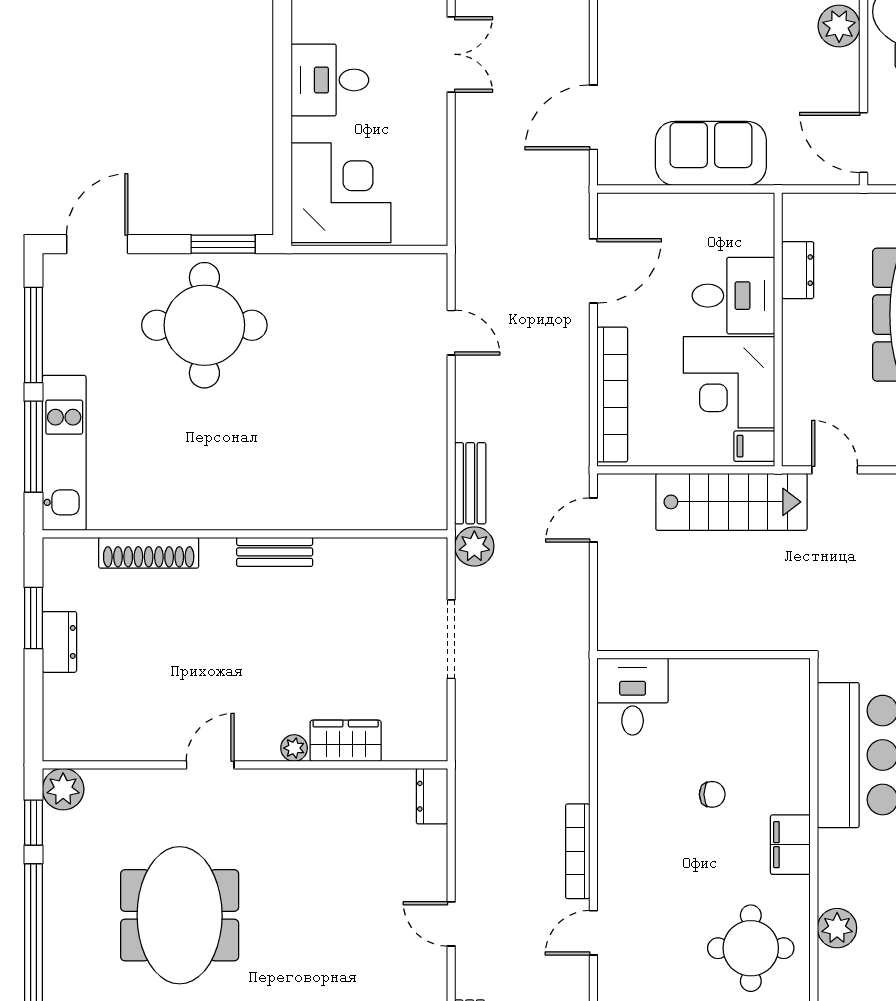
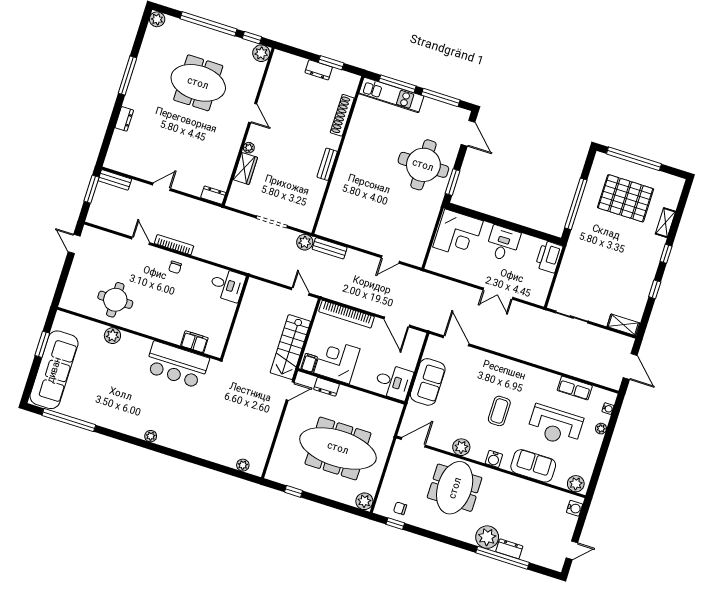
dresser: (798, 270) -> (327, 387), moved
desk: (733, 296) -> (394, 382), moved, turned -90
chair: (712, 794) -> (175, 267), moved
filing cabinet: (790, 845) -> (194, 342), moved

